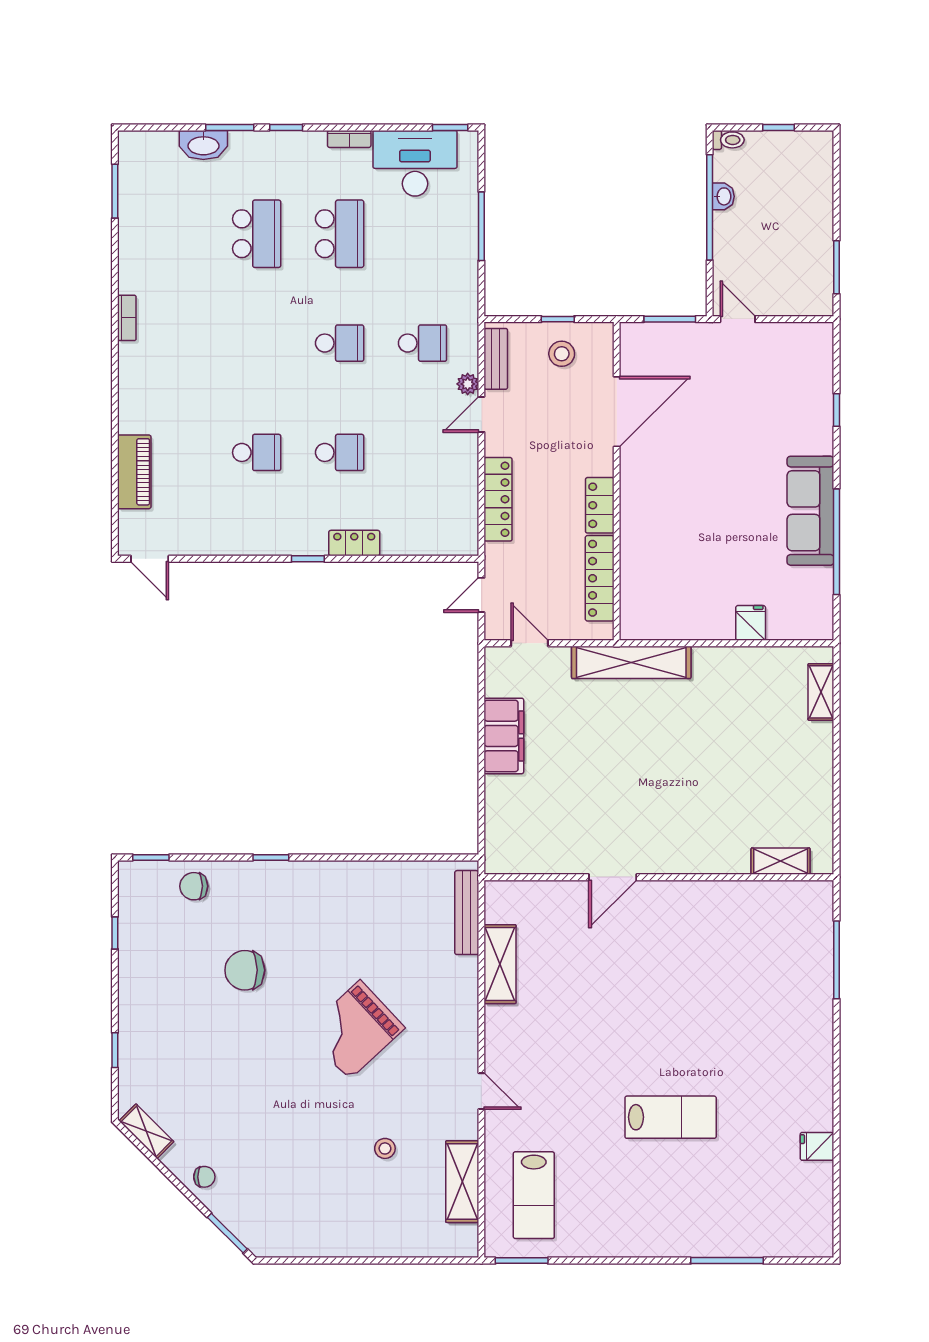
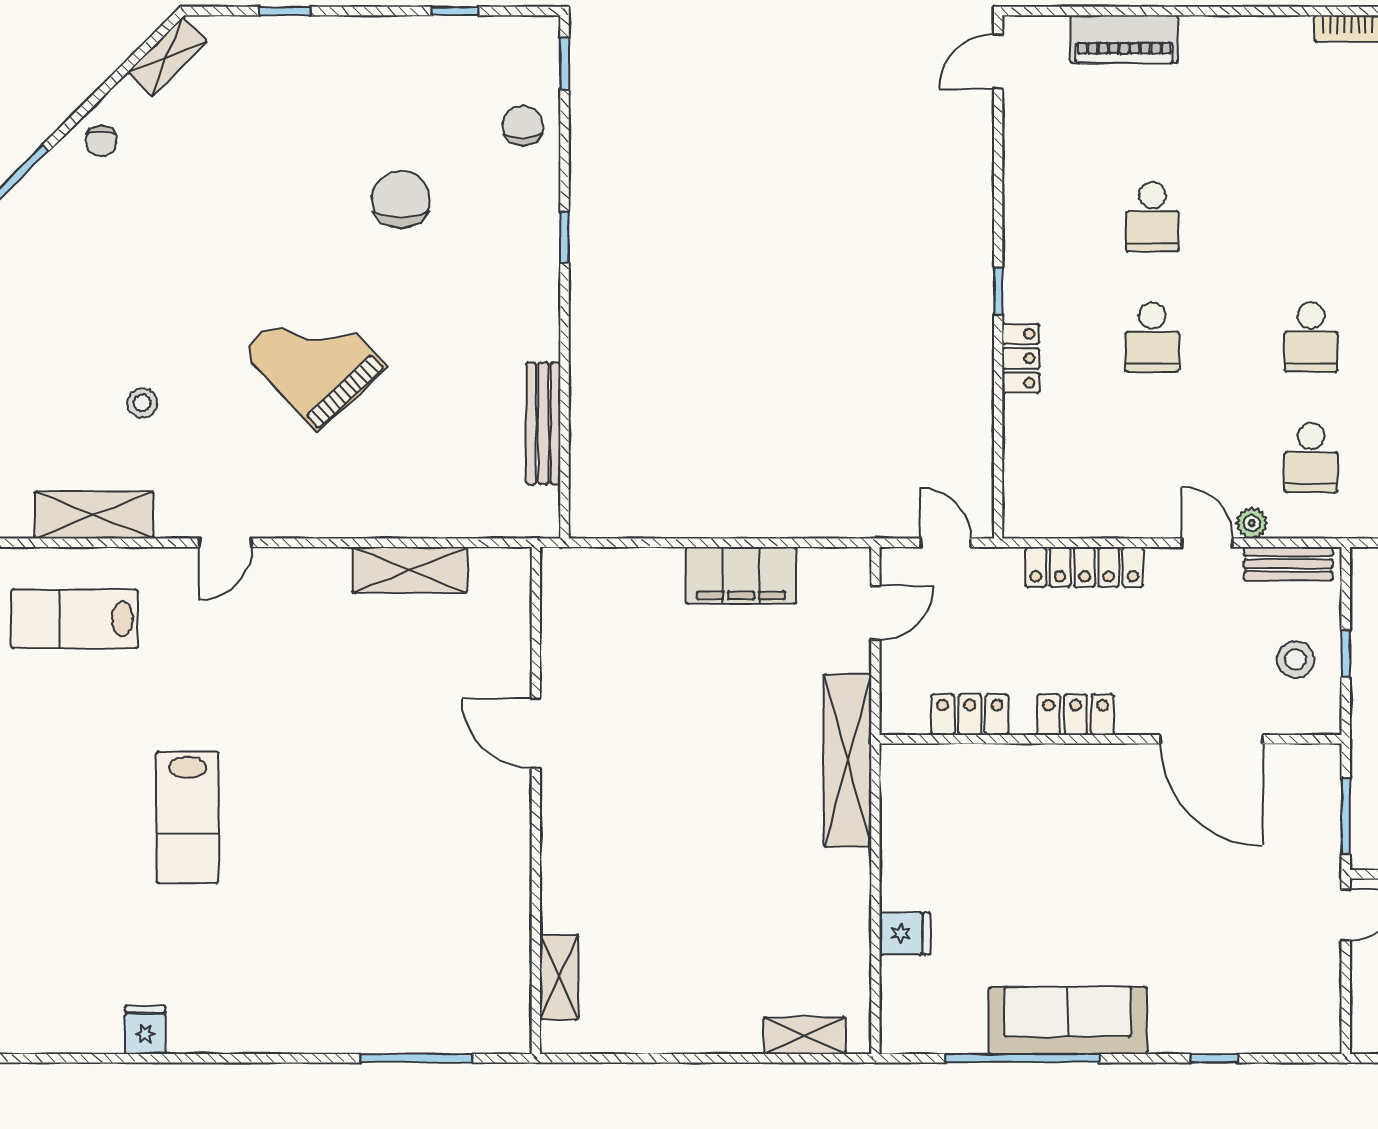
locker: (600, 578) -> (970, 715), width x0.66
bench: (467, 913) -> (543, 423), moved, turned 90

